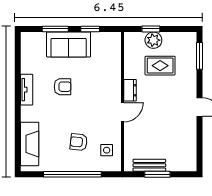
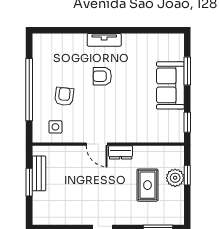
window: (90, 29) -> (187, 122), moved
armchair: (63, 87) -> (102, 76), moved, turned 90
tv unit: (27, 90) -> (104, 40), moved
fireplace: (30, 144) -> (62, 43), removed

